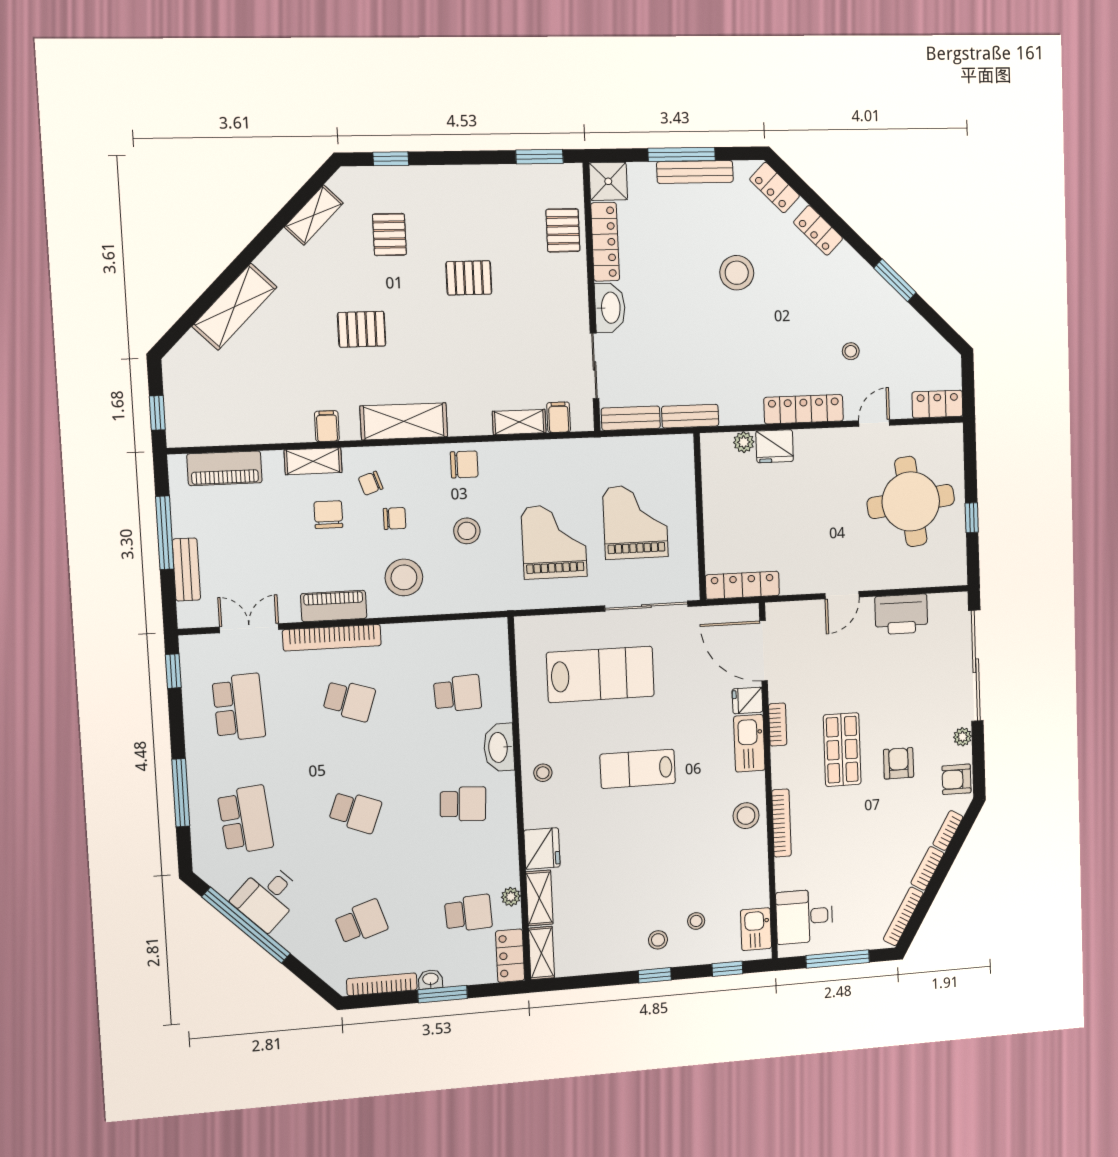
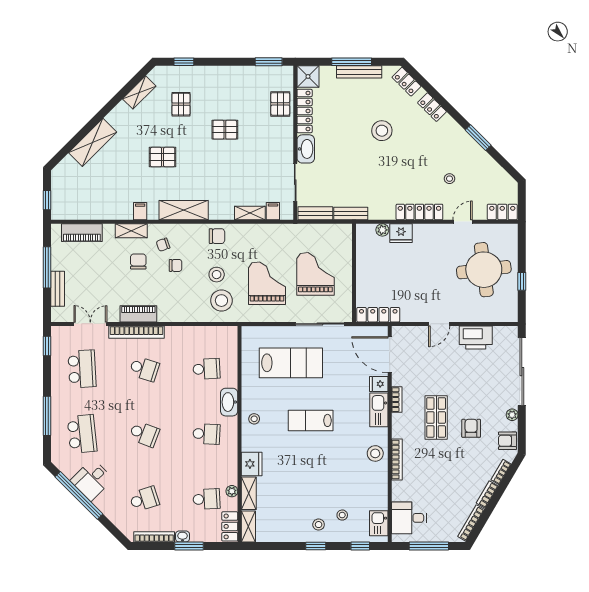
stool: (404, 577) -> (221, 301), moved

